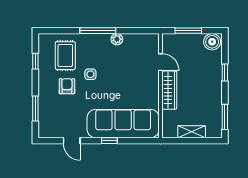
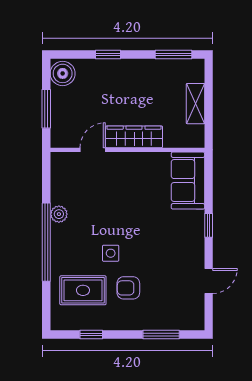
window: (98, 31) -> (46, 242), width x1.46
sofa: (123, 124) -> (188, 181), width x0.54, depth x0.79

